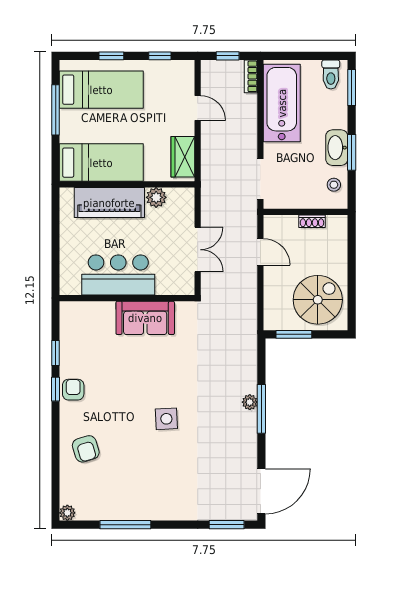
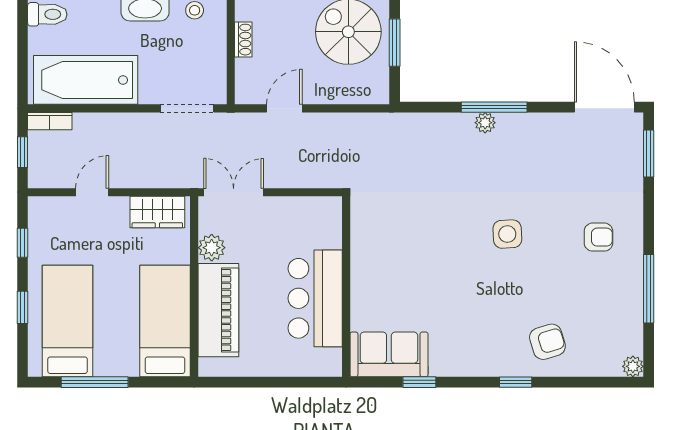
double door: (198, 250) -> (234, 192), moved
sofa: (145, 318) -> (389, 354), moved, turned -90
window: (294, 334) -> (395, 43), moved
window: (56, 389) -> (516, 382), moved
armchair: (73, 390) -> (598, 237), moved, turned 180

